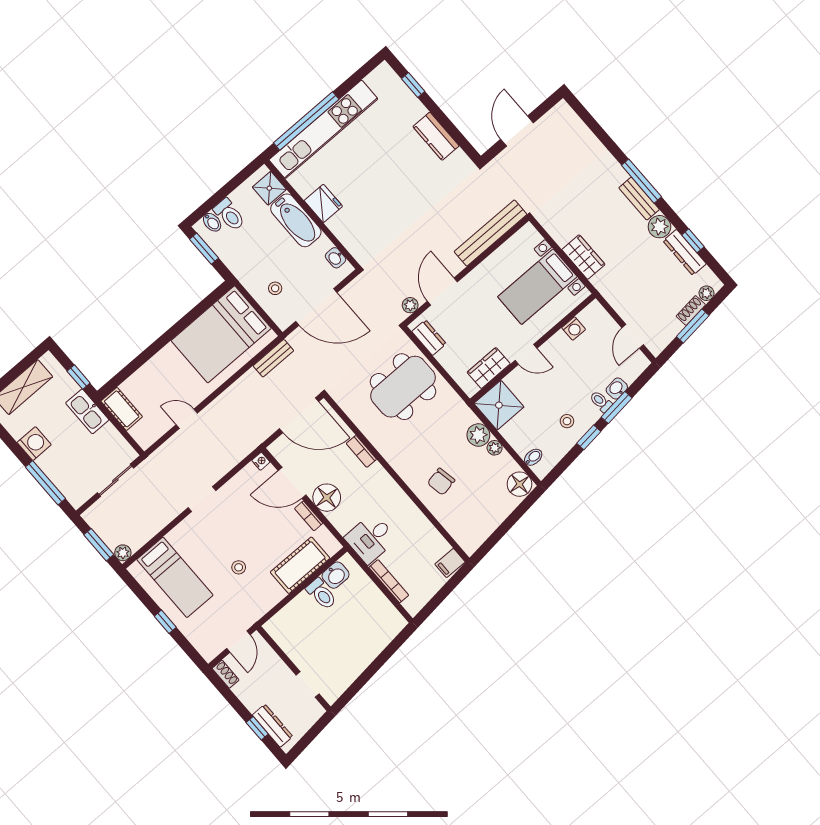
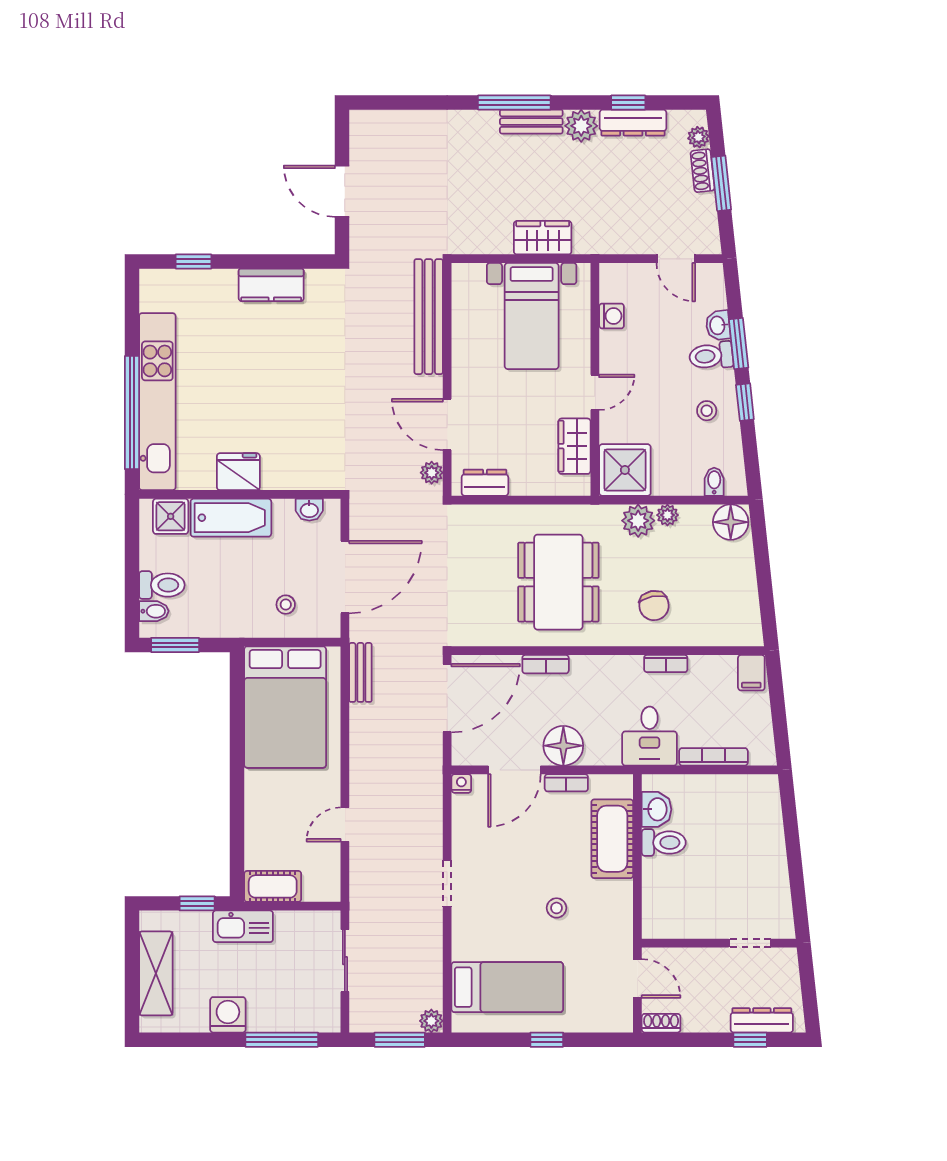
dining table: (403, 387) -> (558, 582), moved
toilet: (601, 402) -> (711, 356), width x1.37, depth x1.39
bookcase: (416, 514) -> (666, 664), added

